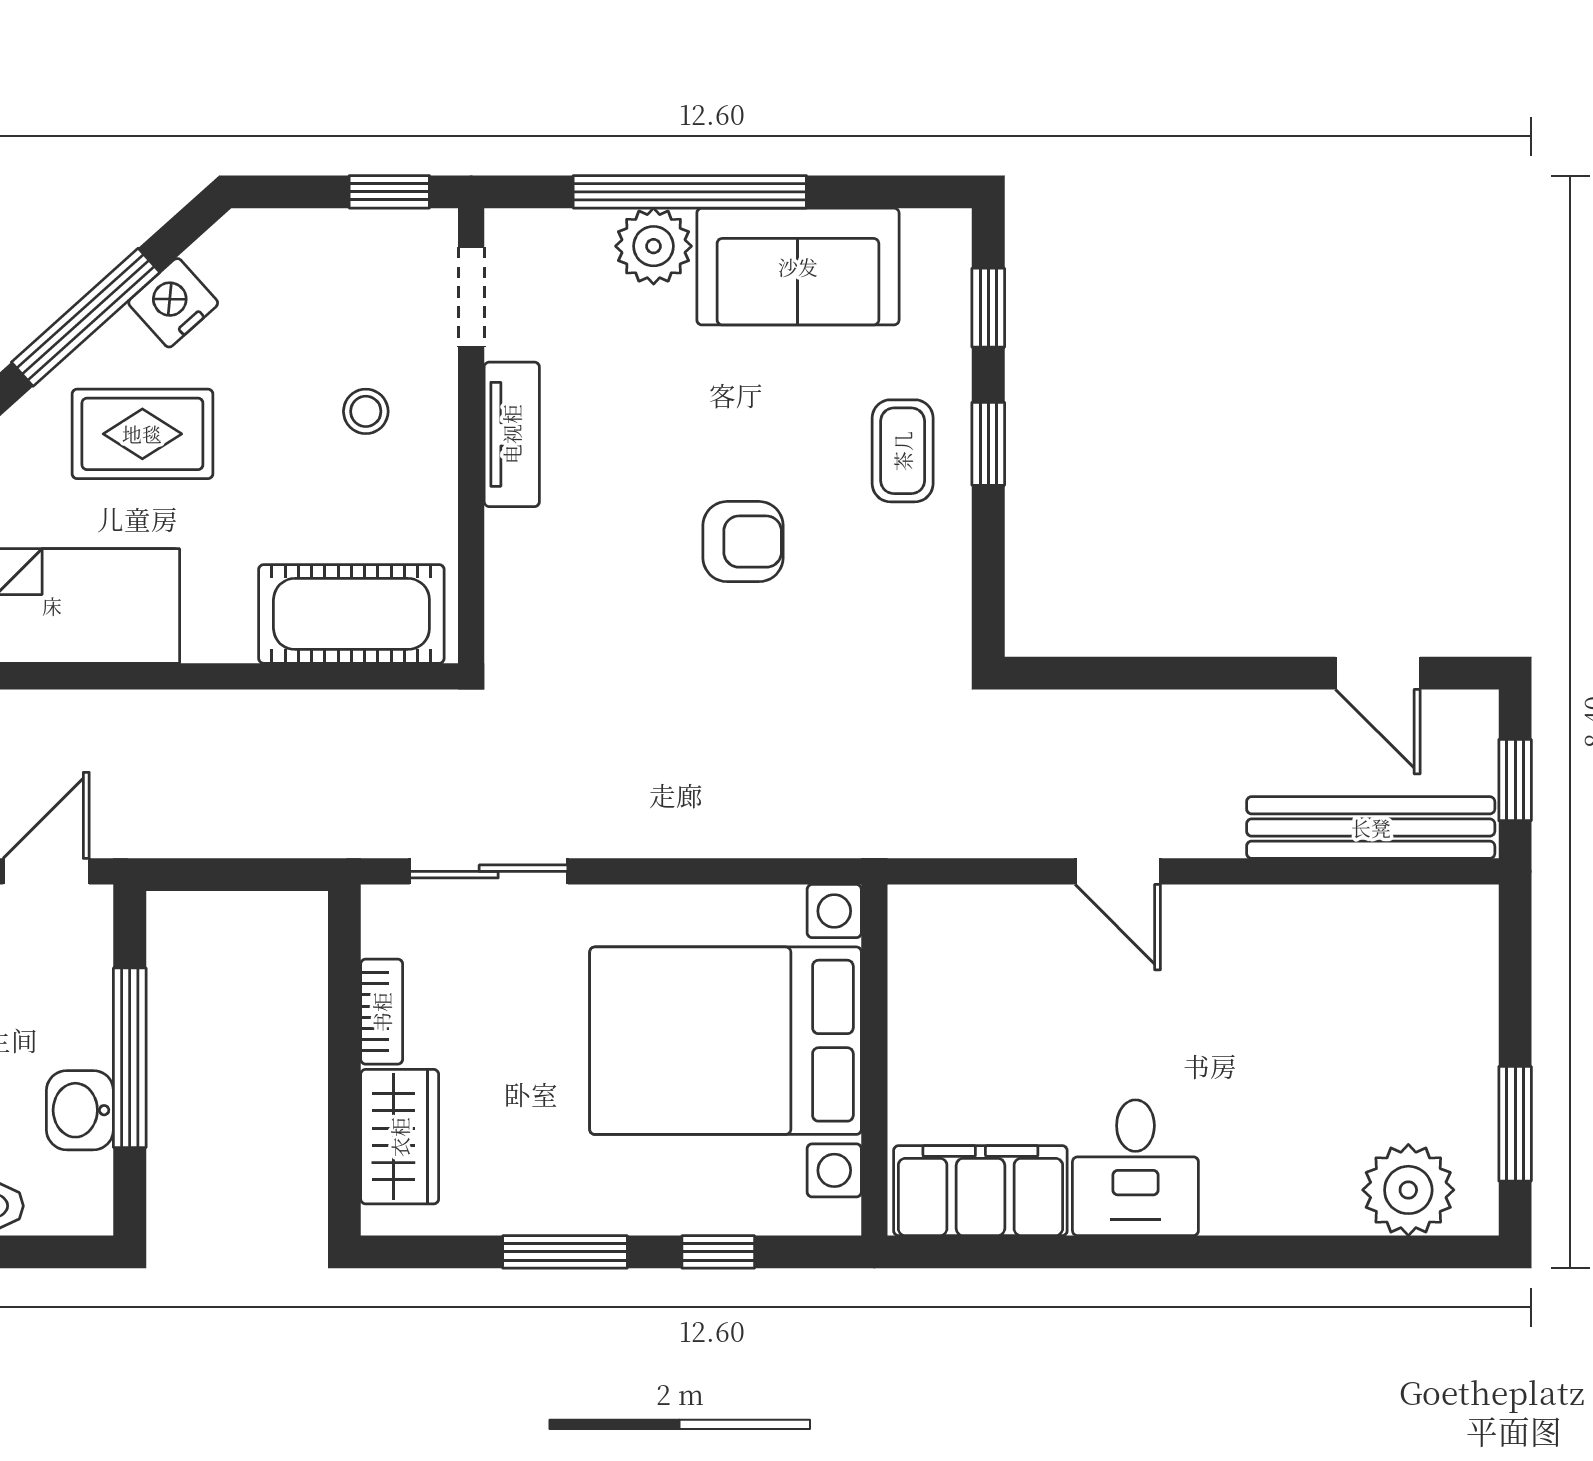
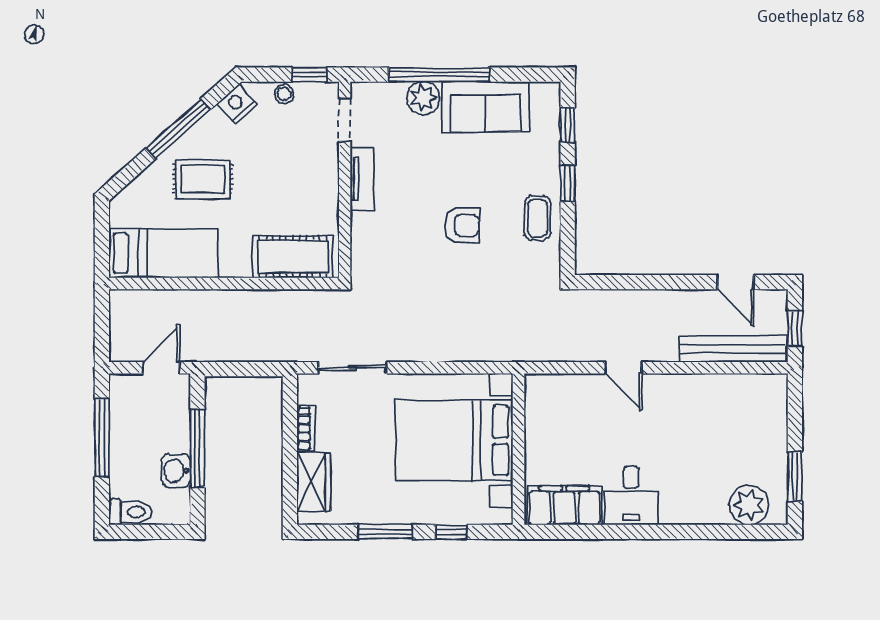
nightstand: (173, 303) -> (237, 104), moved
stool: (366, 411) -> (284, 94), moved
coffee table: (903, 451) -> (538, 218), moved

